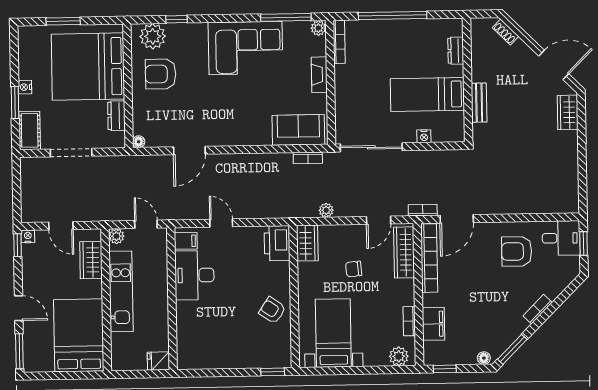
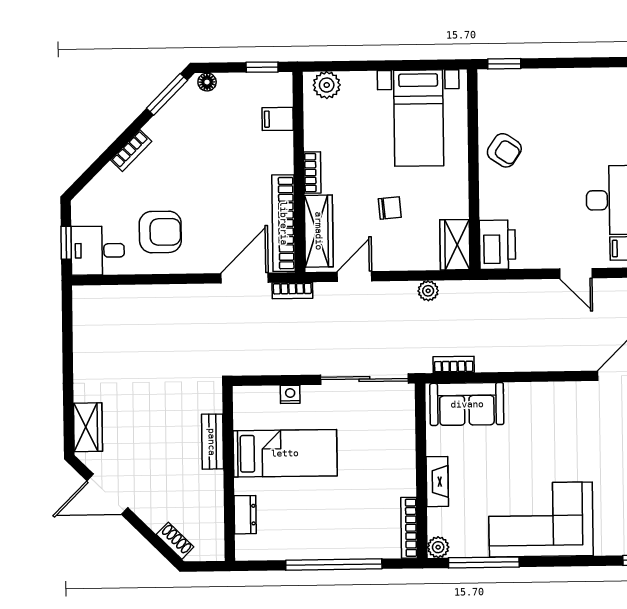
bookcase: (409, 321) -> (312, 173), moved
filing cabinet: (433, 324) -> (278, 119), width x0.50

